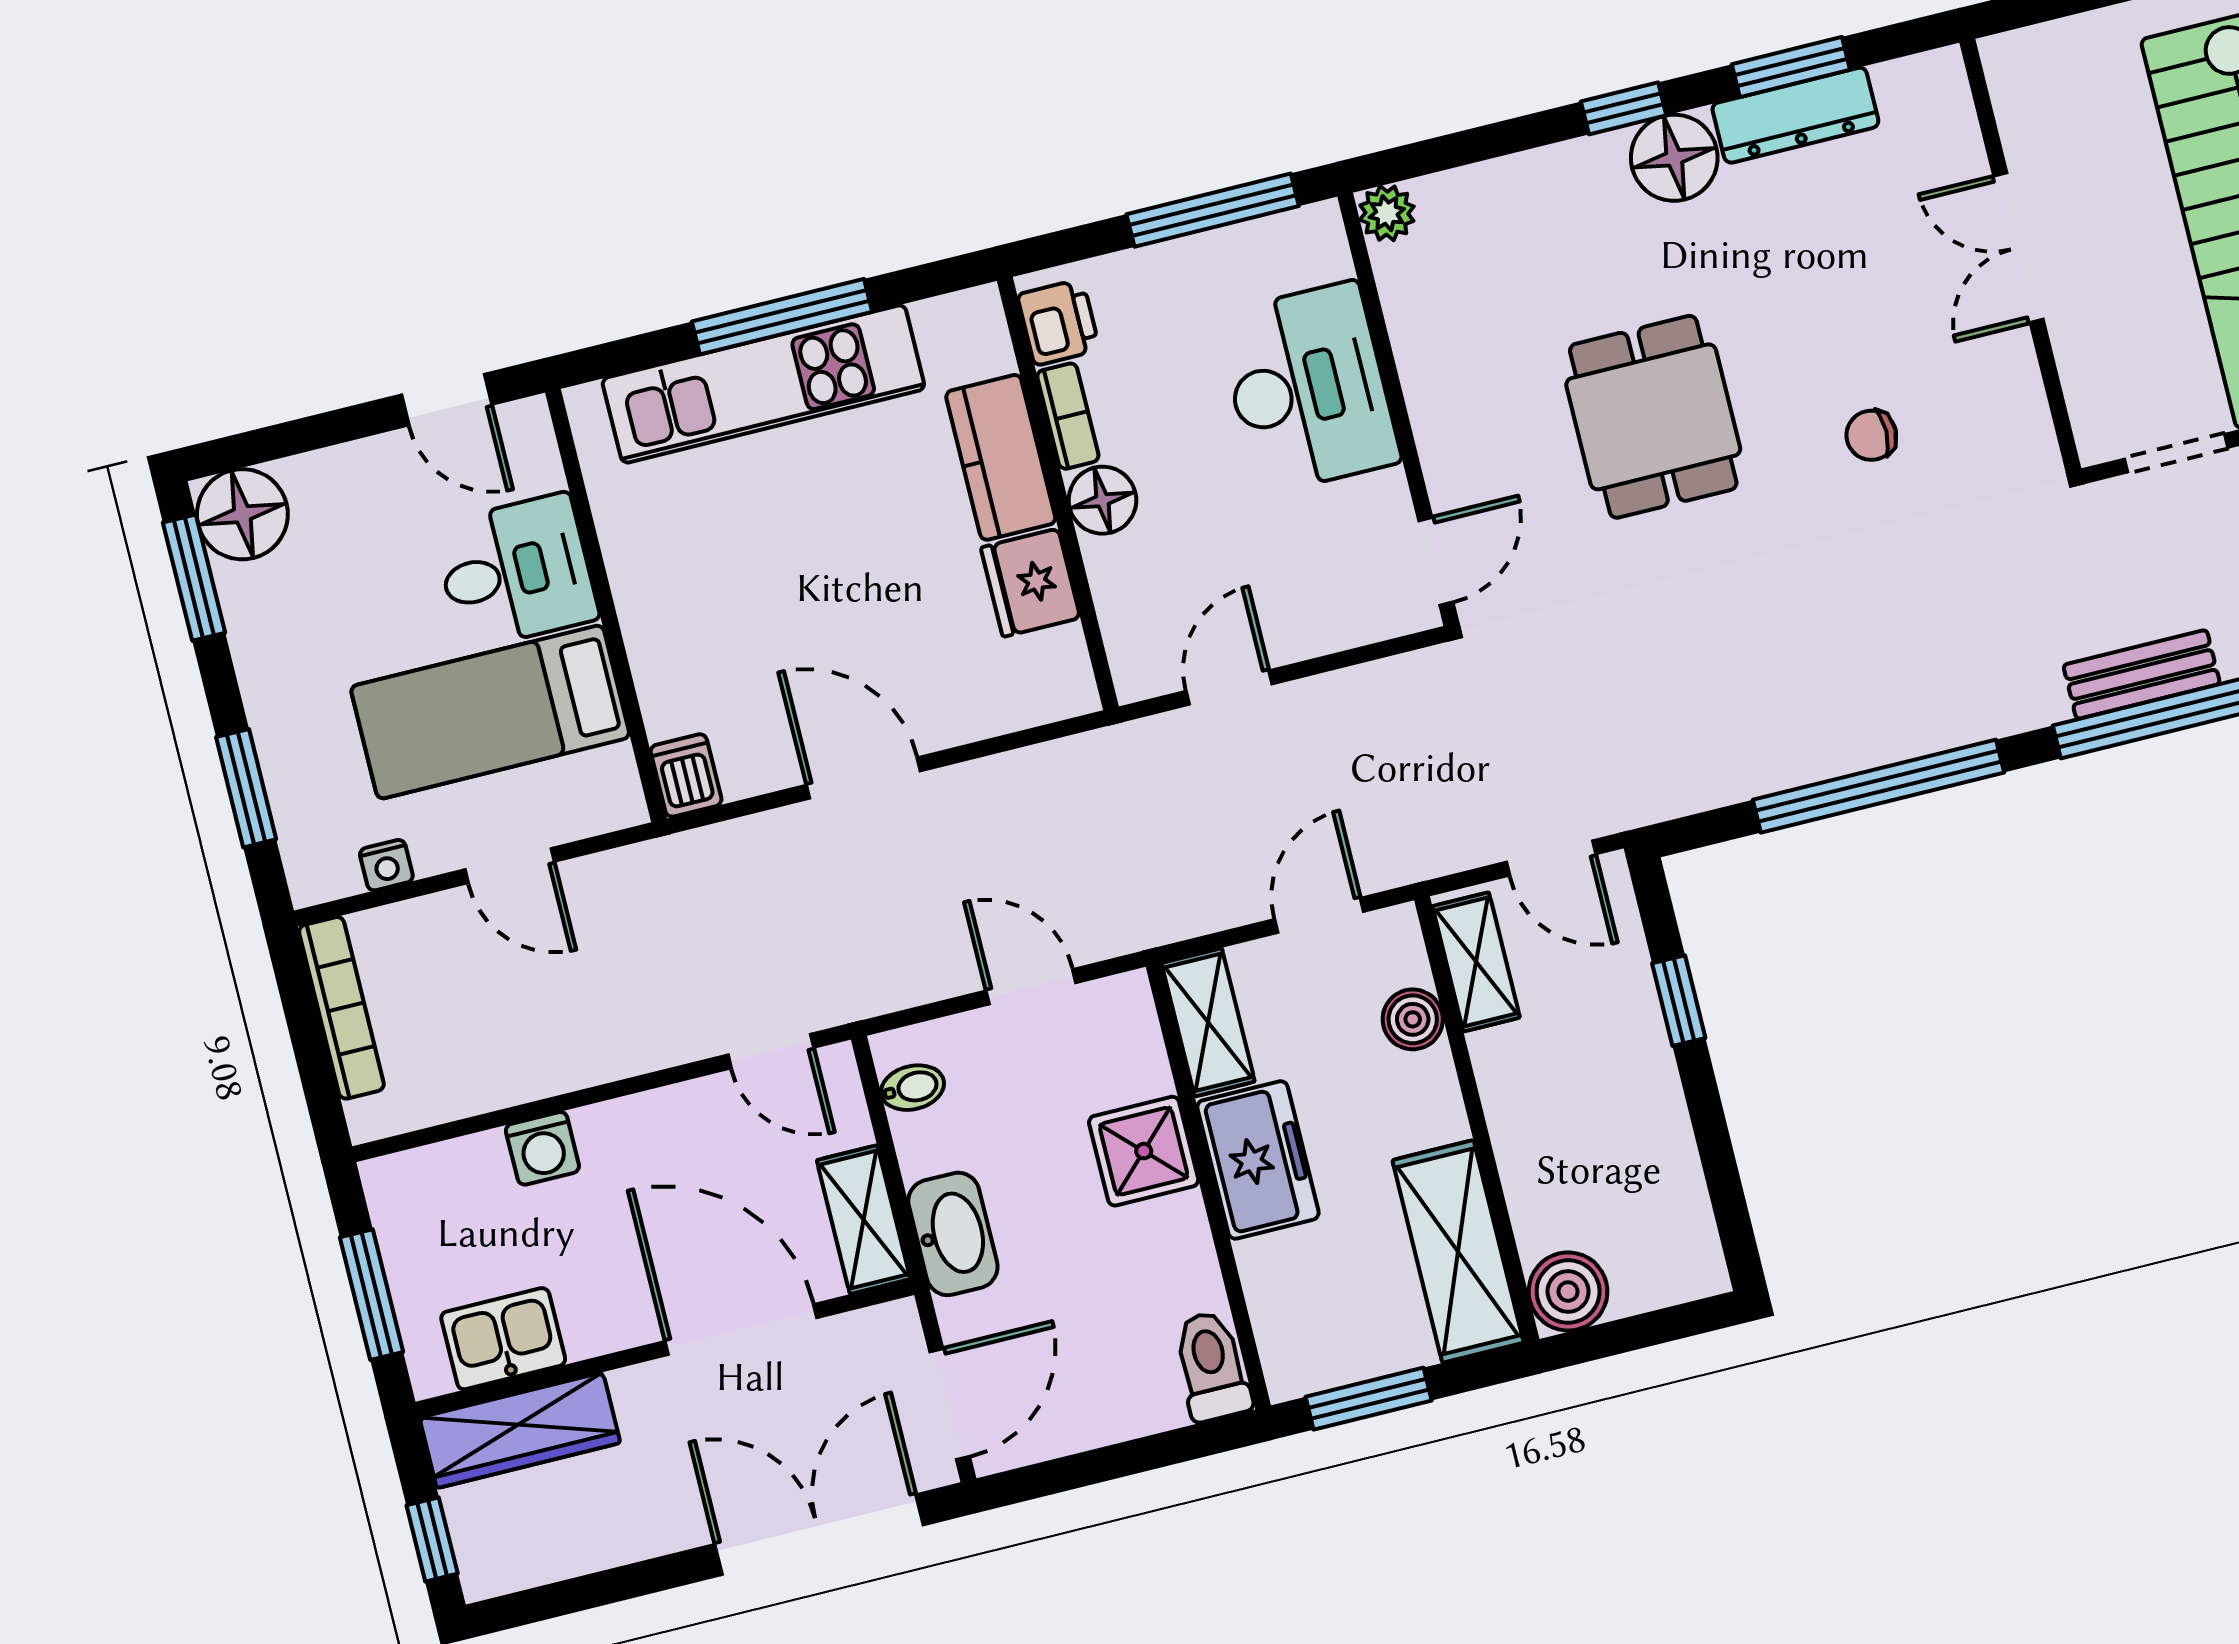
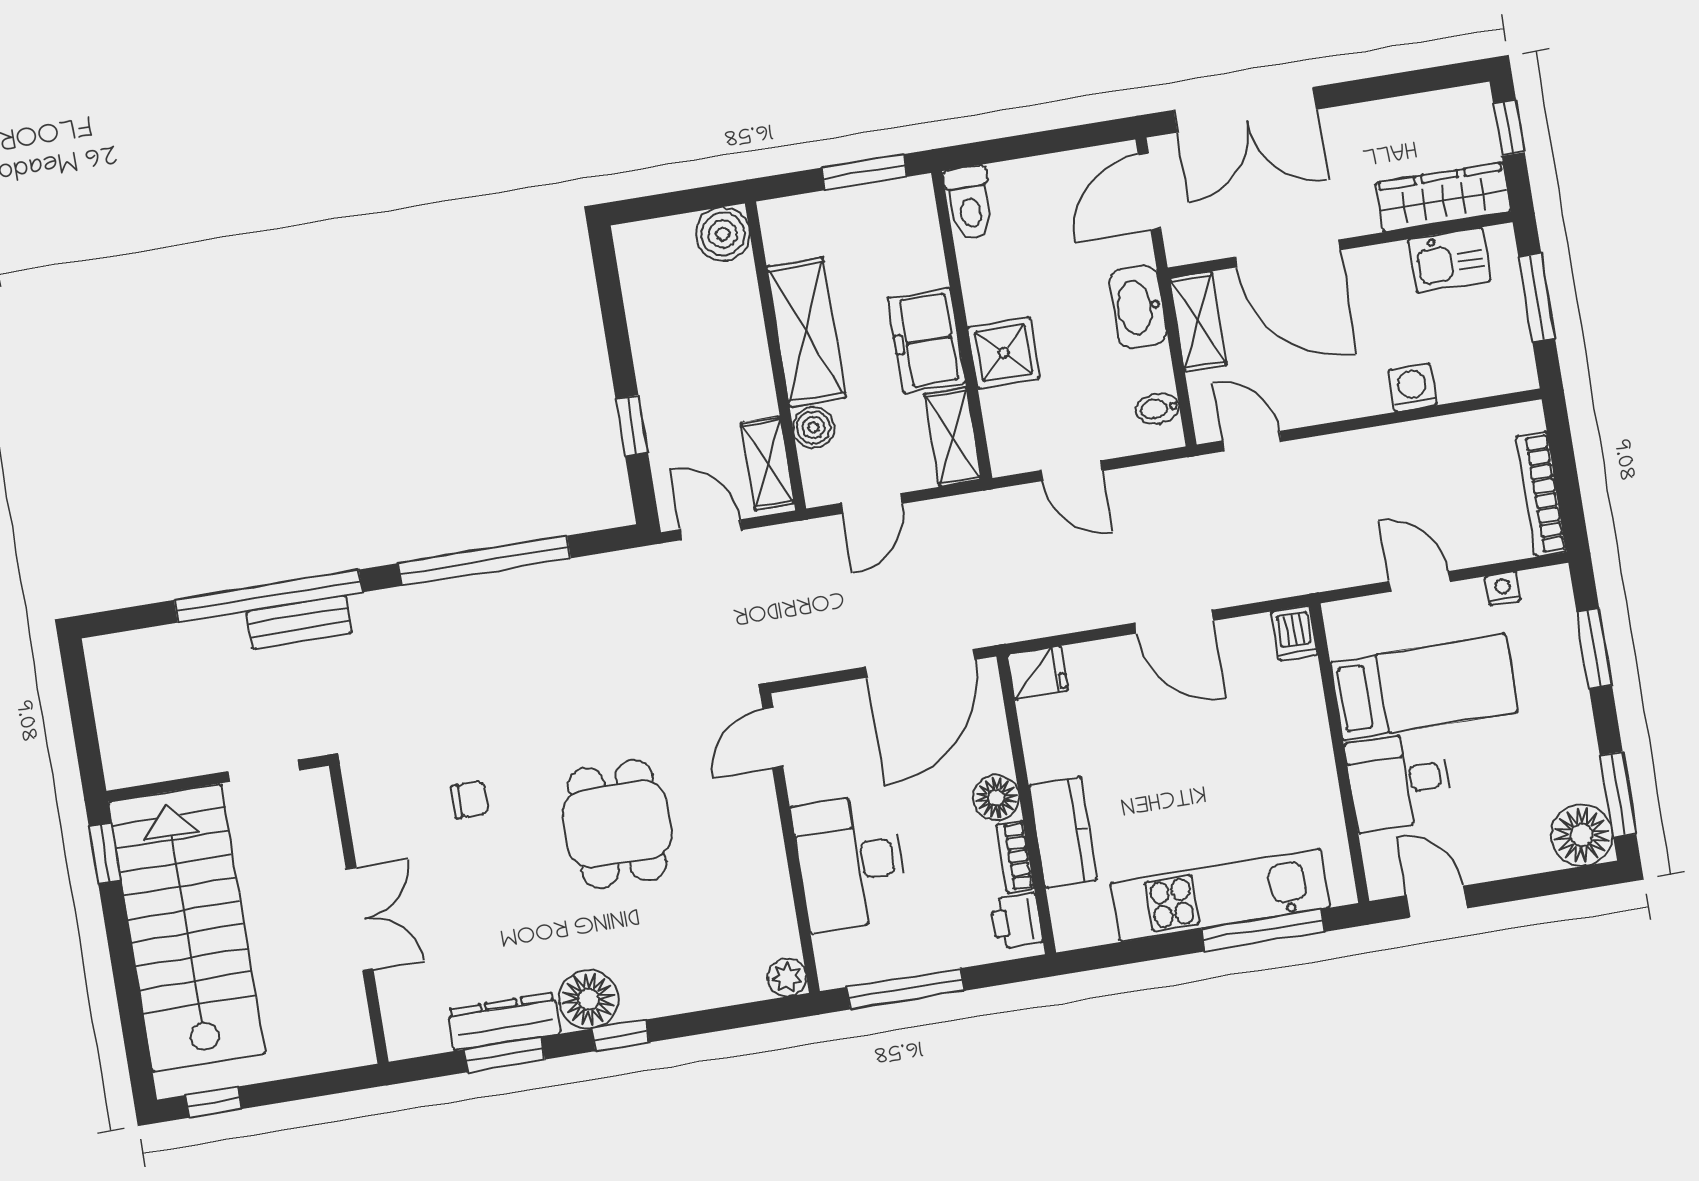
window: (782, 317) -> (1263, 930), moved
fridge: (1030, 583) -> (1038, 673), moved, width x0.72
door: (1229, 688) -> (920, 663), width x1.88
shelving: (1458, 1251) -> (806, 332), moved

